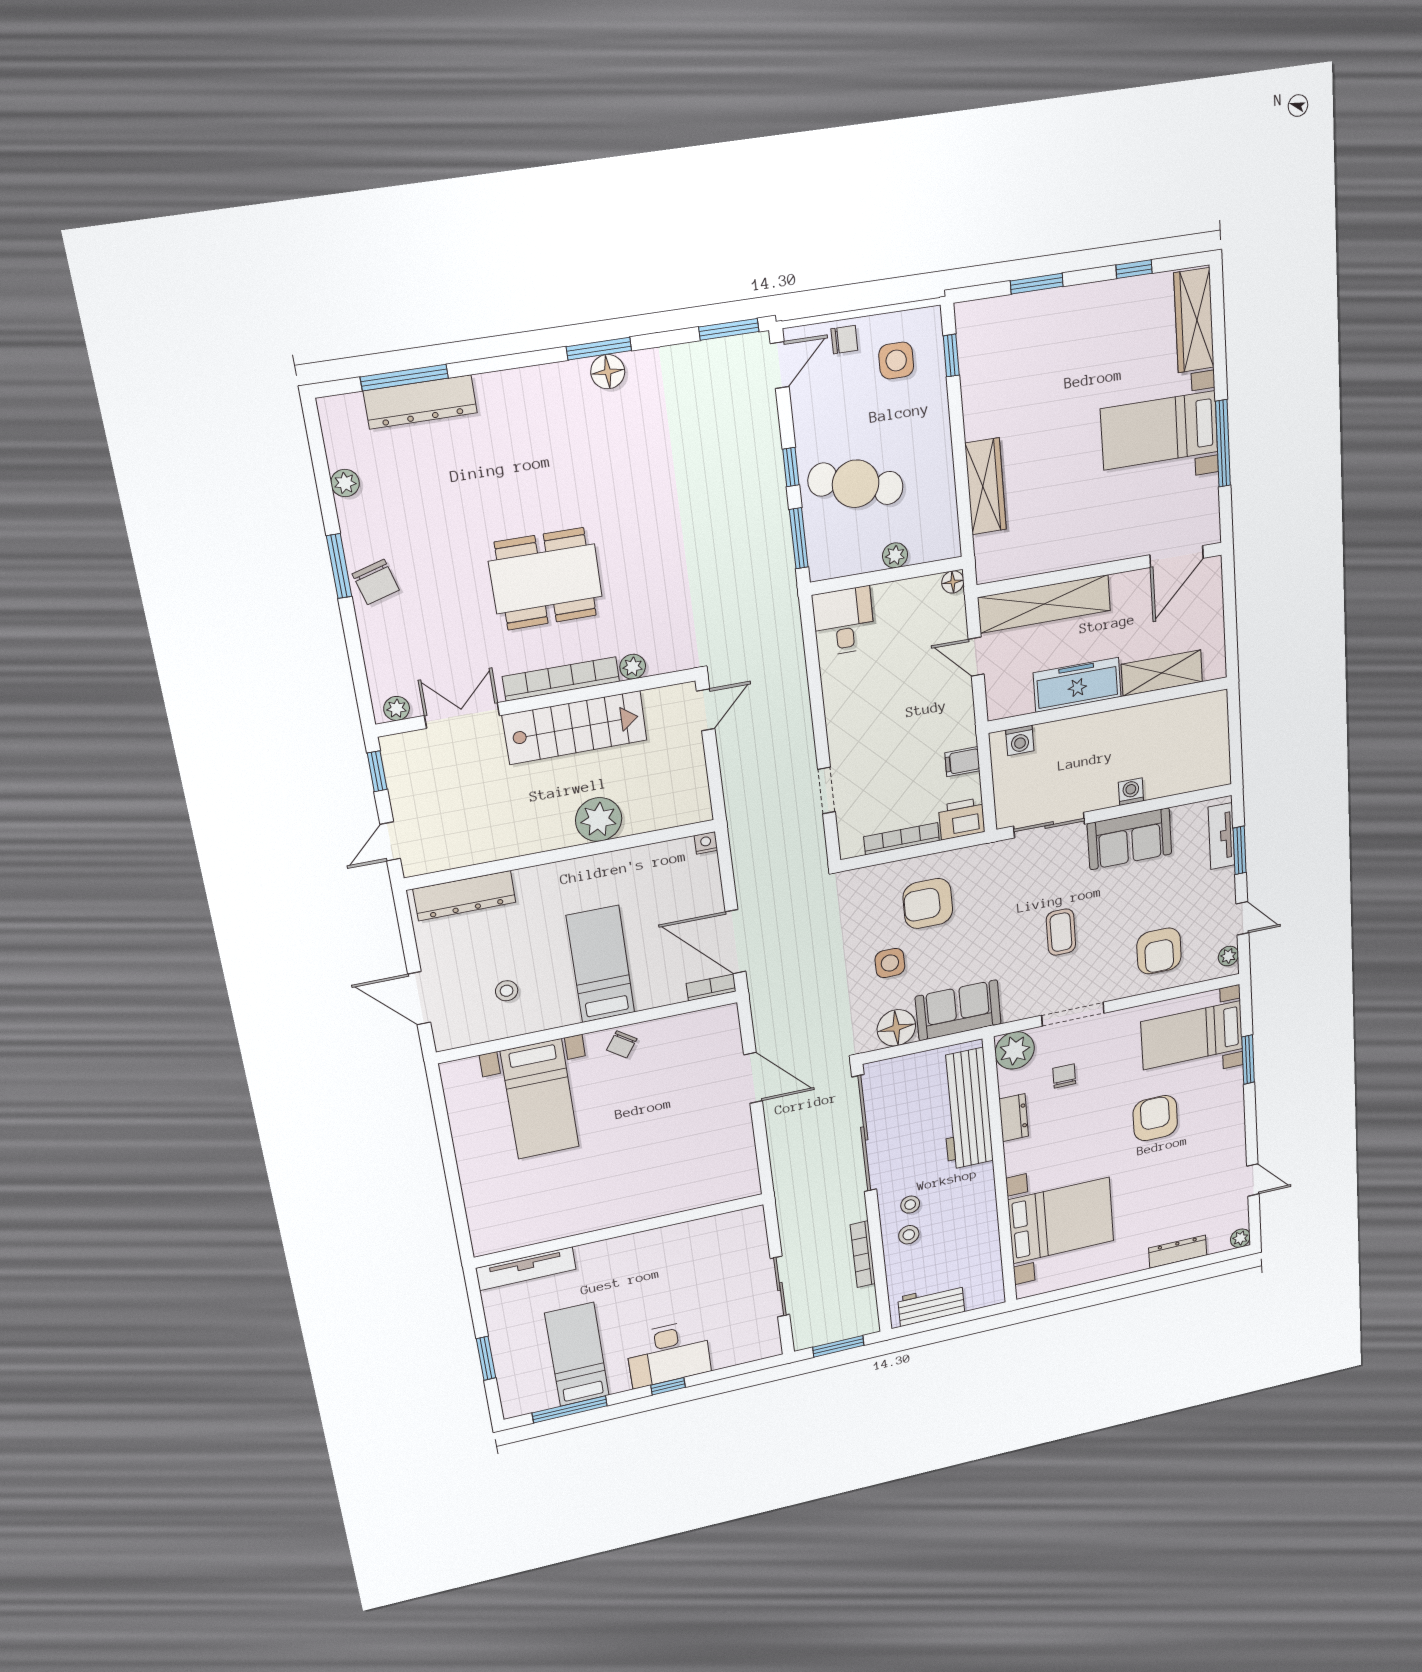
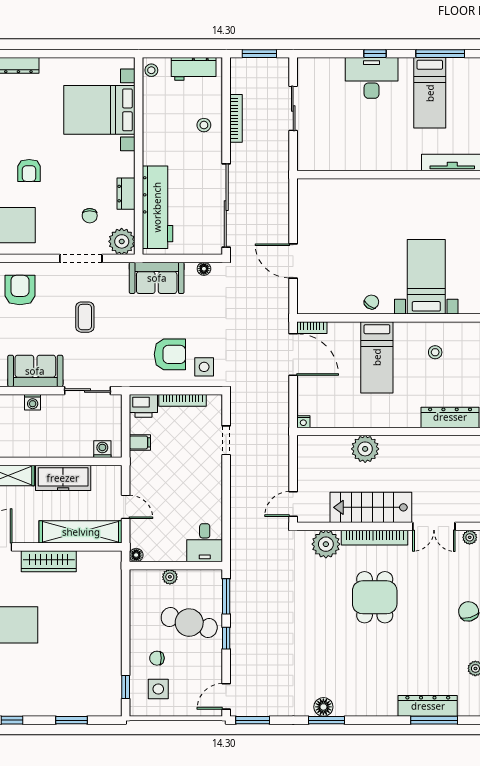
chair: (844, 340) -> (157, 658), moved
wardrobe: (986, 486) -> (49, 561), moved, turned -90
dining table: (546, 579) -> (375, 597), width x0.73
plant: (633, 667) -> (326, 544), width x1.88, depth x1.88
side table: (890, 963) -> (204, 367), moved
floor lamp: (896, 1028) -> (204, 269), width x0.53, depth x0.53
armchair: (1155, 1118) -> (29, 170), width x0.72, depth x0.72
stool: (910, 1205) -> (151, 70), moved

